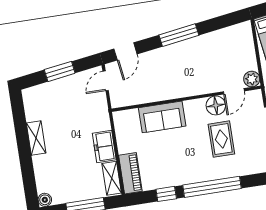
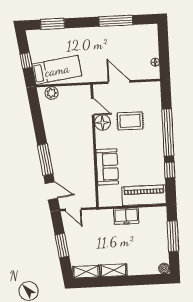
window: (179, 35) -> (45, 160), moved
plant: (252, 79) -> (52, 93), moved
piano: (130, 173) -> (144, 195), width x1.37, depth x1.33
shelving: (112, 178) -> (86, 272), moved

